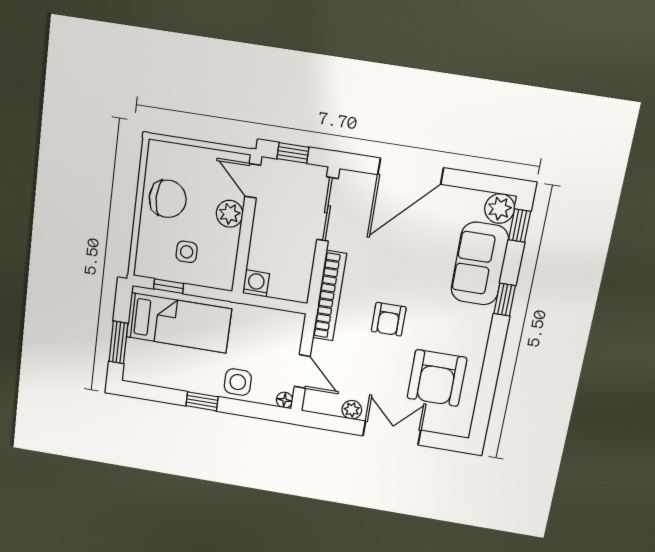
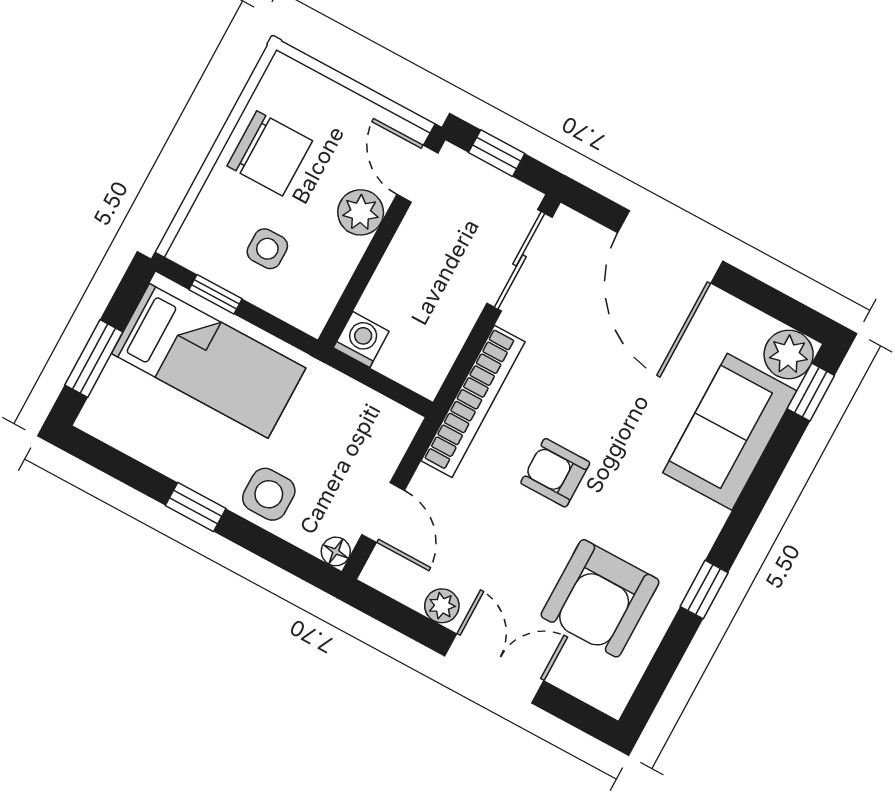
door: (411, 171) -> (670, 247), hinge flipped
window: (505, 300) -> (704, 590), moved
armchair: (389, 319) -> (555, 473), turned 90

